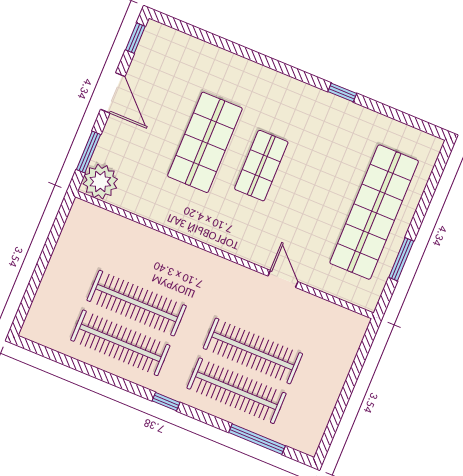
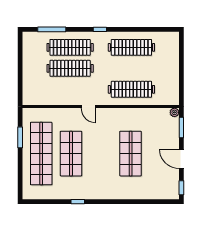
shop shelf: (261, 166) -> (71, 154), moved, width x1.43, depth x1.36
plant: (100, 182) -> (174, 112), width x0.53, depth x0.53
door: (283, 279) -> (89, 106), moved
clothes rail: (137, 303) -> (131, 89), moved

